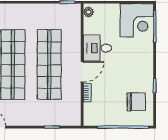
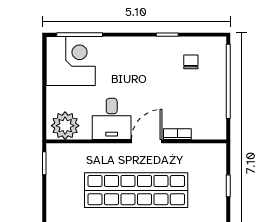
plant: (89, 12) -> (65, 126), width x1.88, depth x1.88
door: (82, 72) -> (147, 141), hinge flipped
chair: (136, 102) -> (191, 62), width x0.54, depth x0.54

